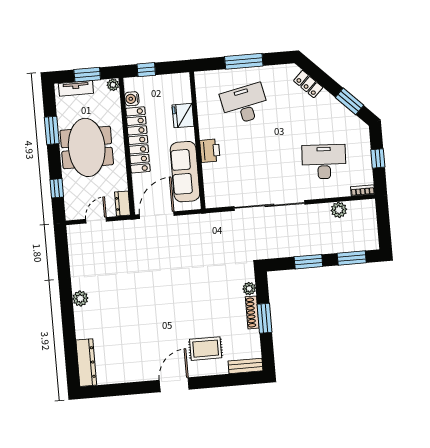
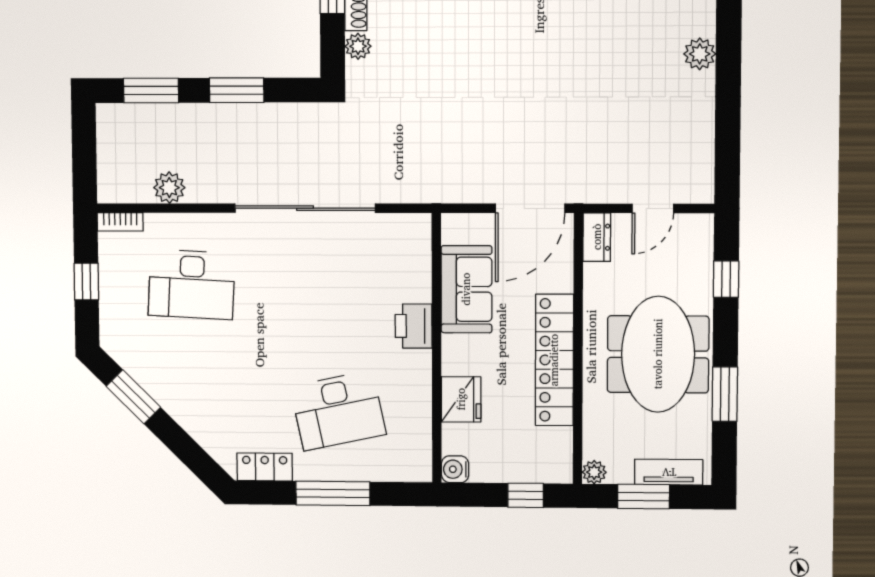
locker: (308, 84) -> (265, 467), moved, turned -45
water cooler: (132, 99) -> (455, 469), moved, turned 180
sofa: (185, 172) -> (466, 289), width x0.73

